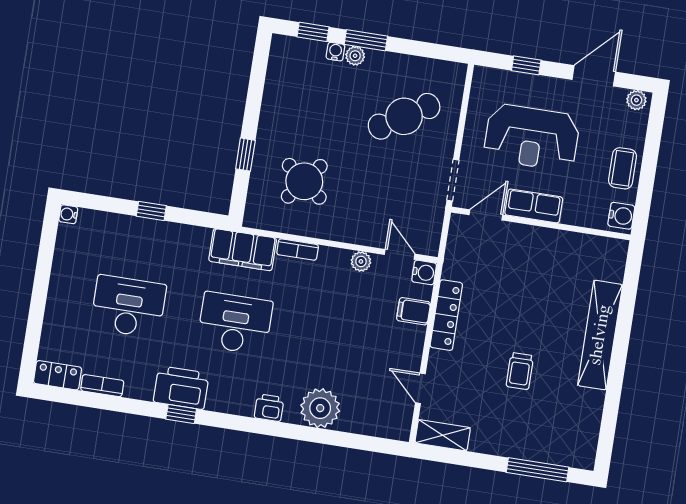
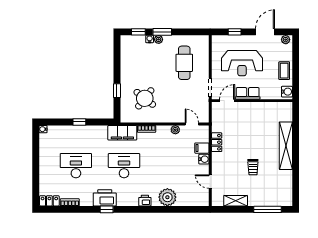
cafe table: (404, 116) -> (184, 63), turned -58
water cooler: (424, 272) -> (204, 159), moved
locker: (446, 315) -> (217, 142), width x0.66
shelving: (443, 435) -> (236, 201), moved

